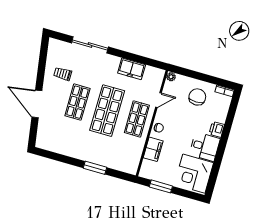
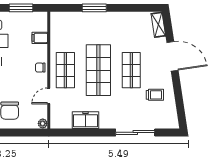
shelving: (42, 136) -> (158, 25), added
filing cabinet: (153, 149) -> (40, 38), width x0.50

